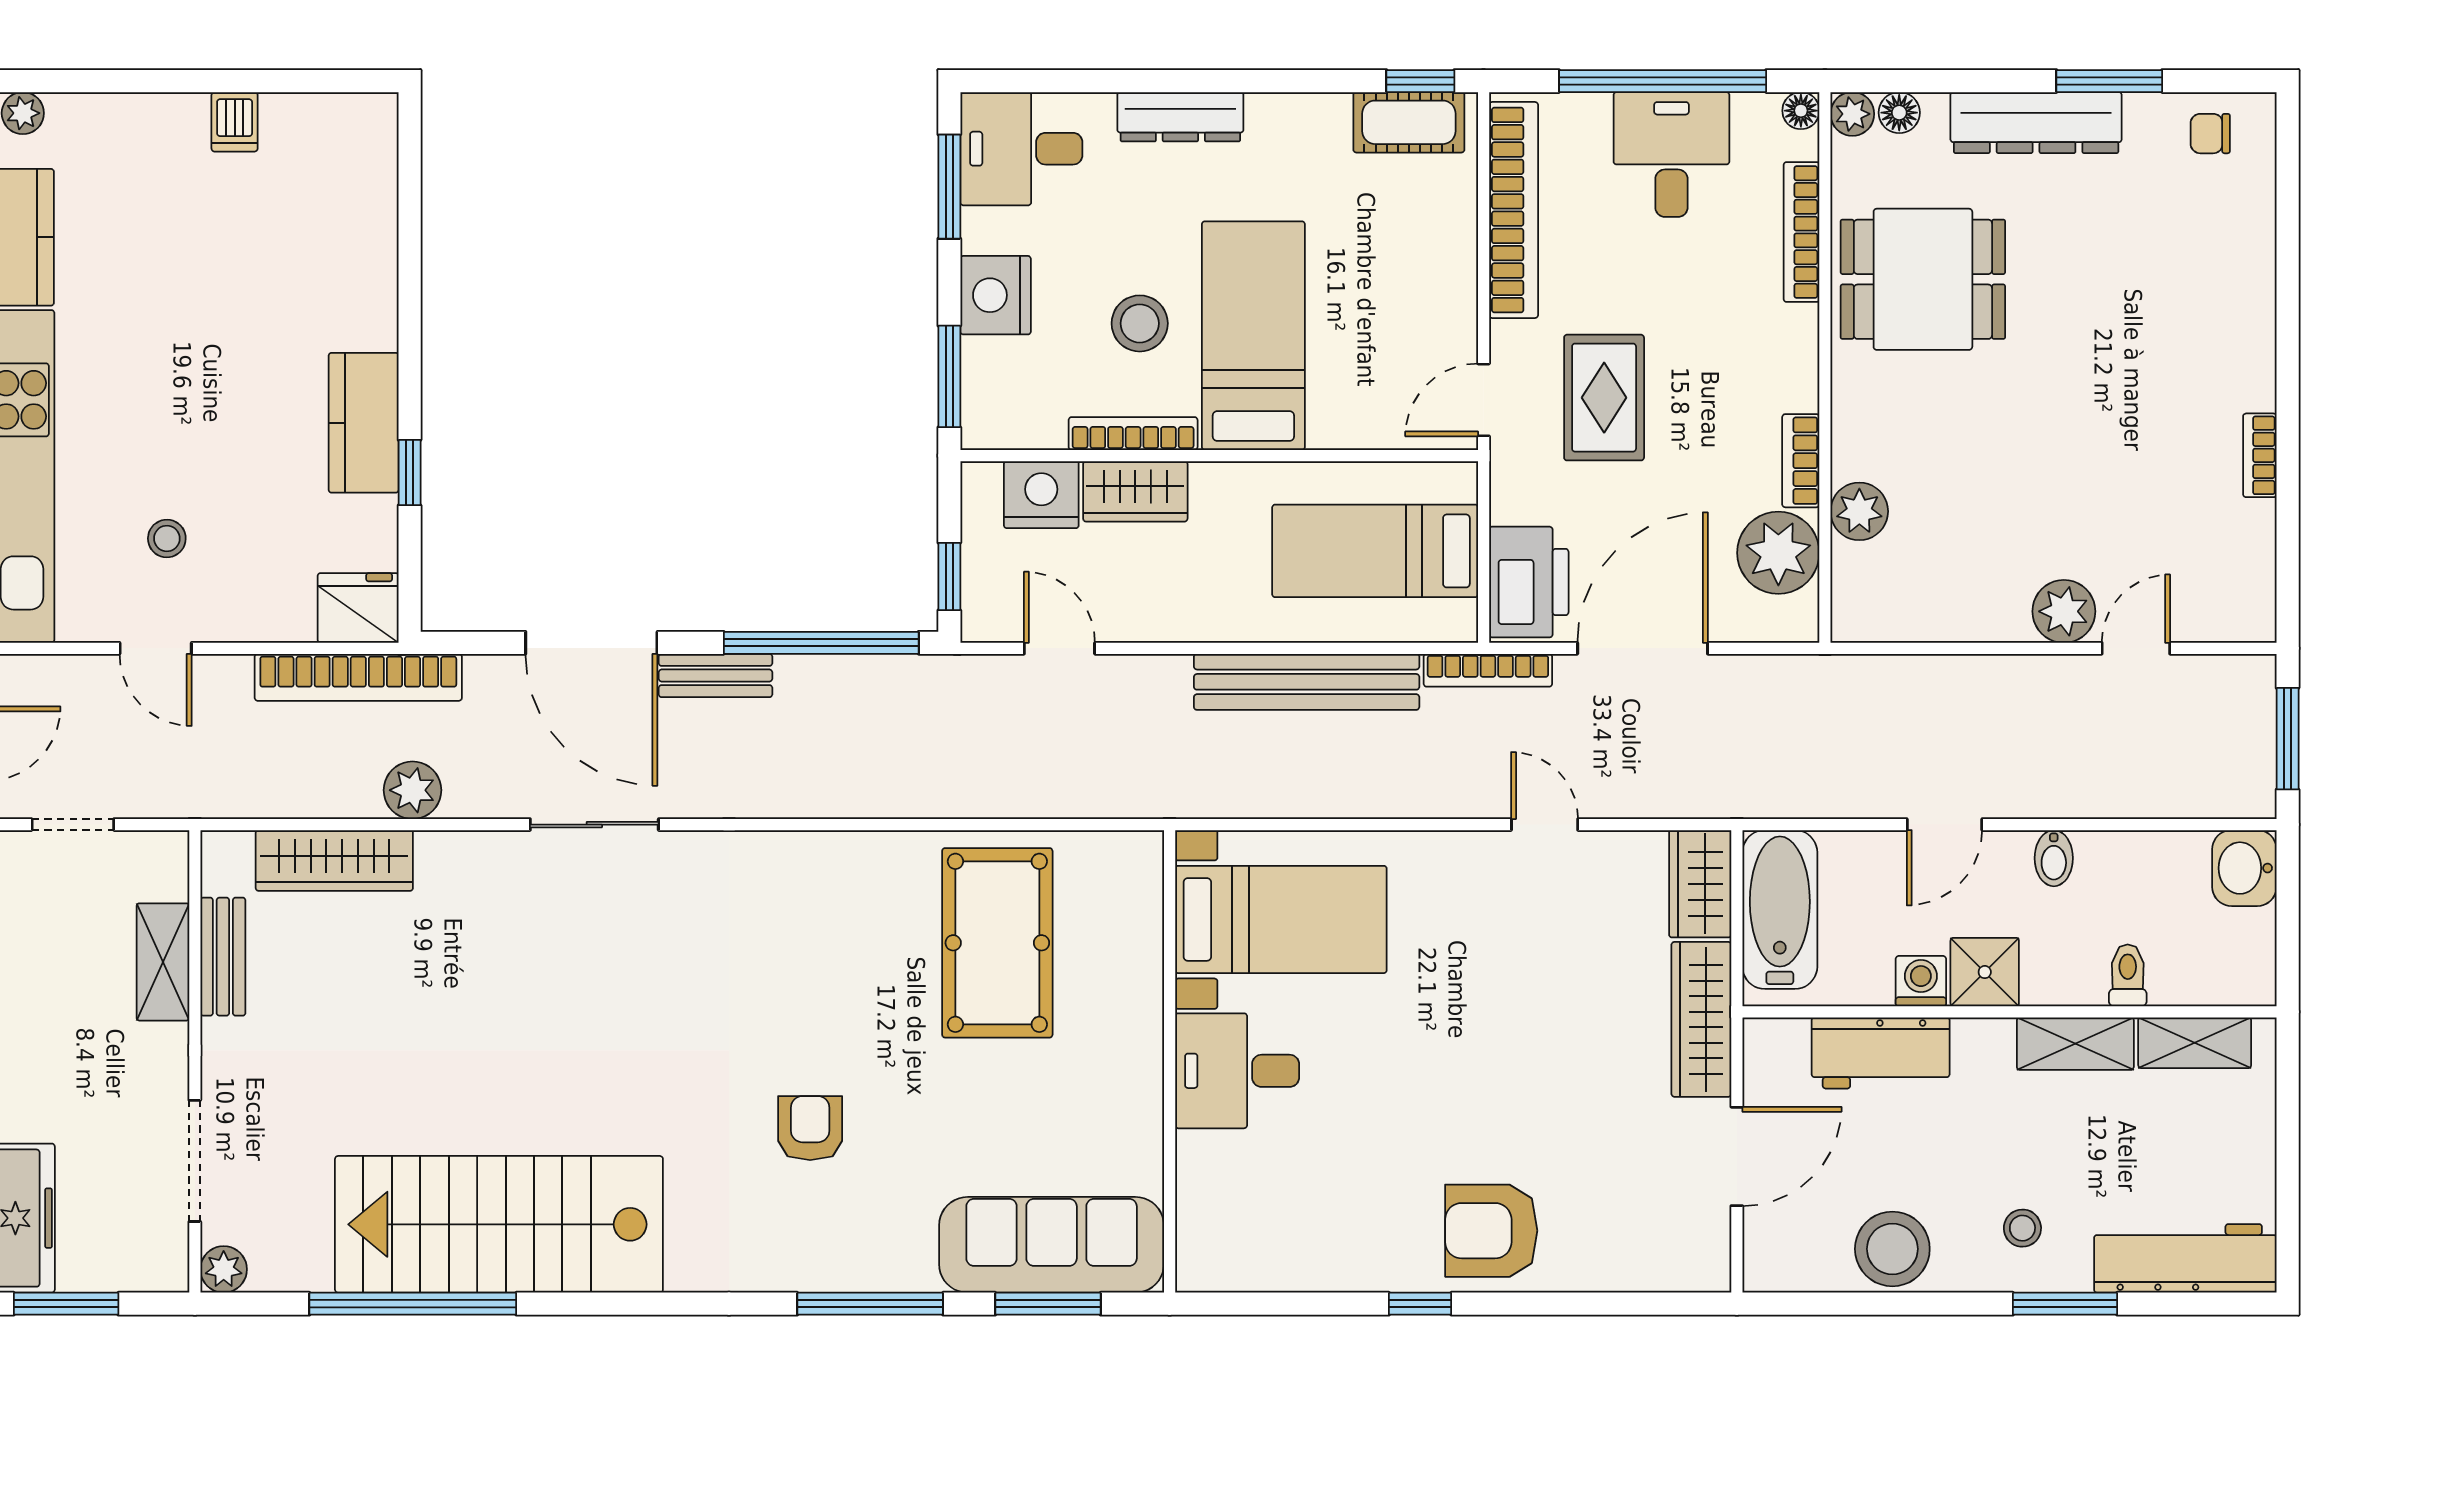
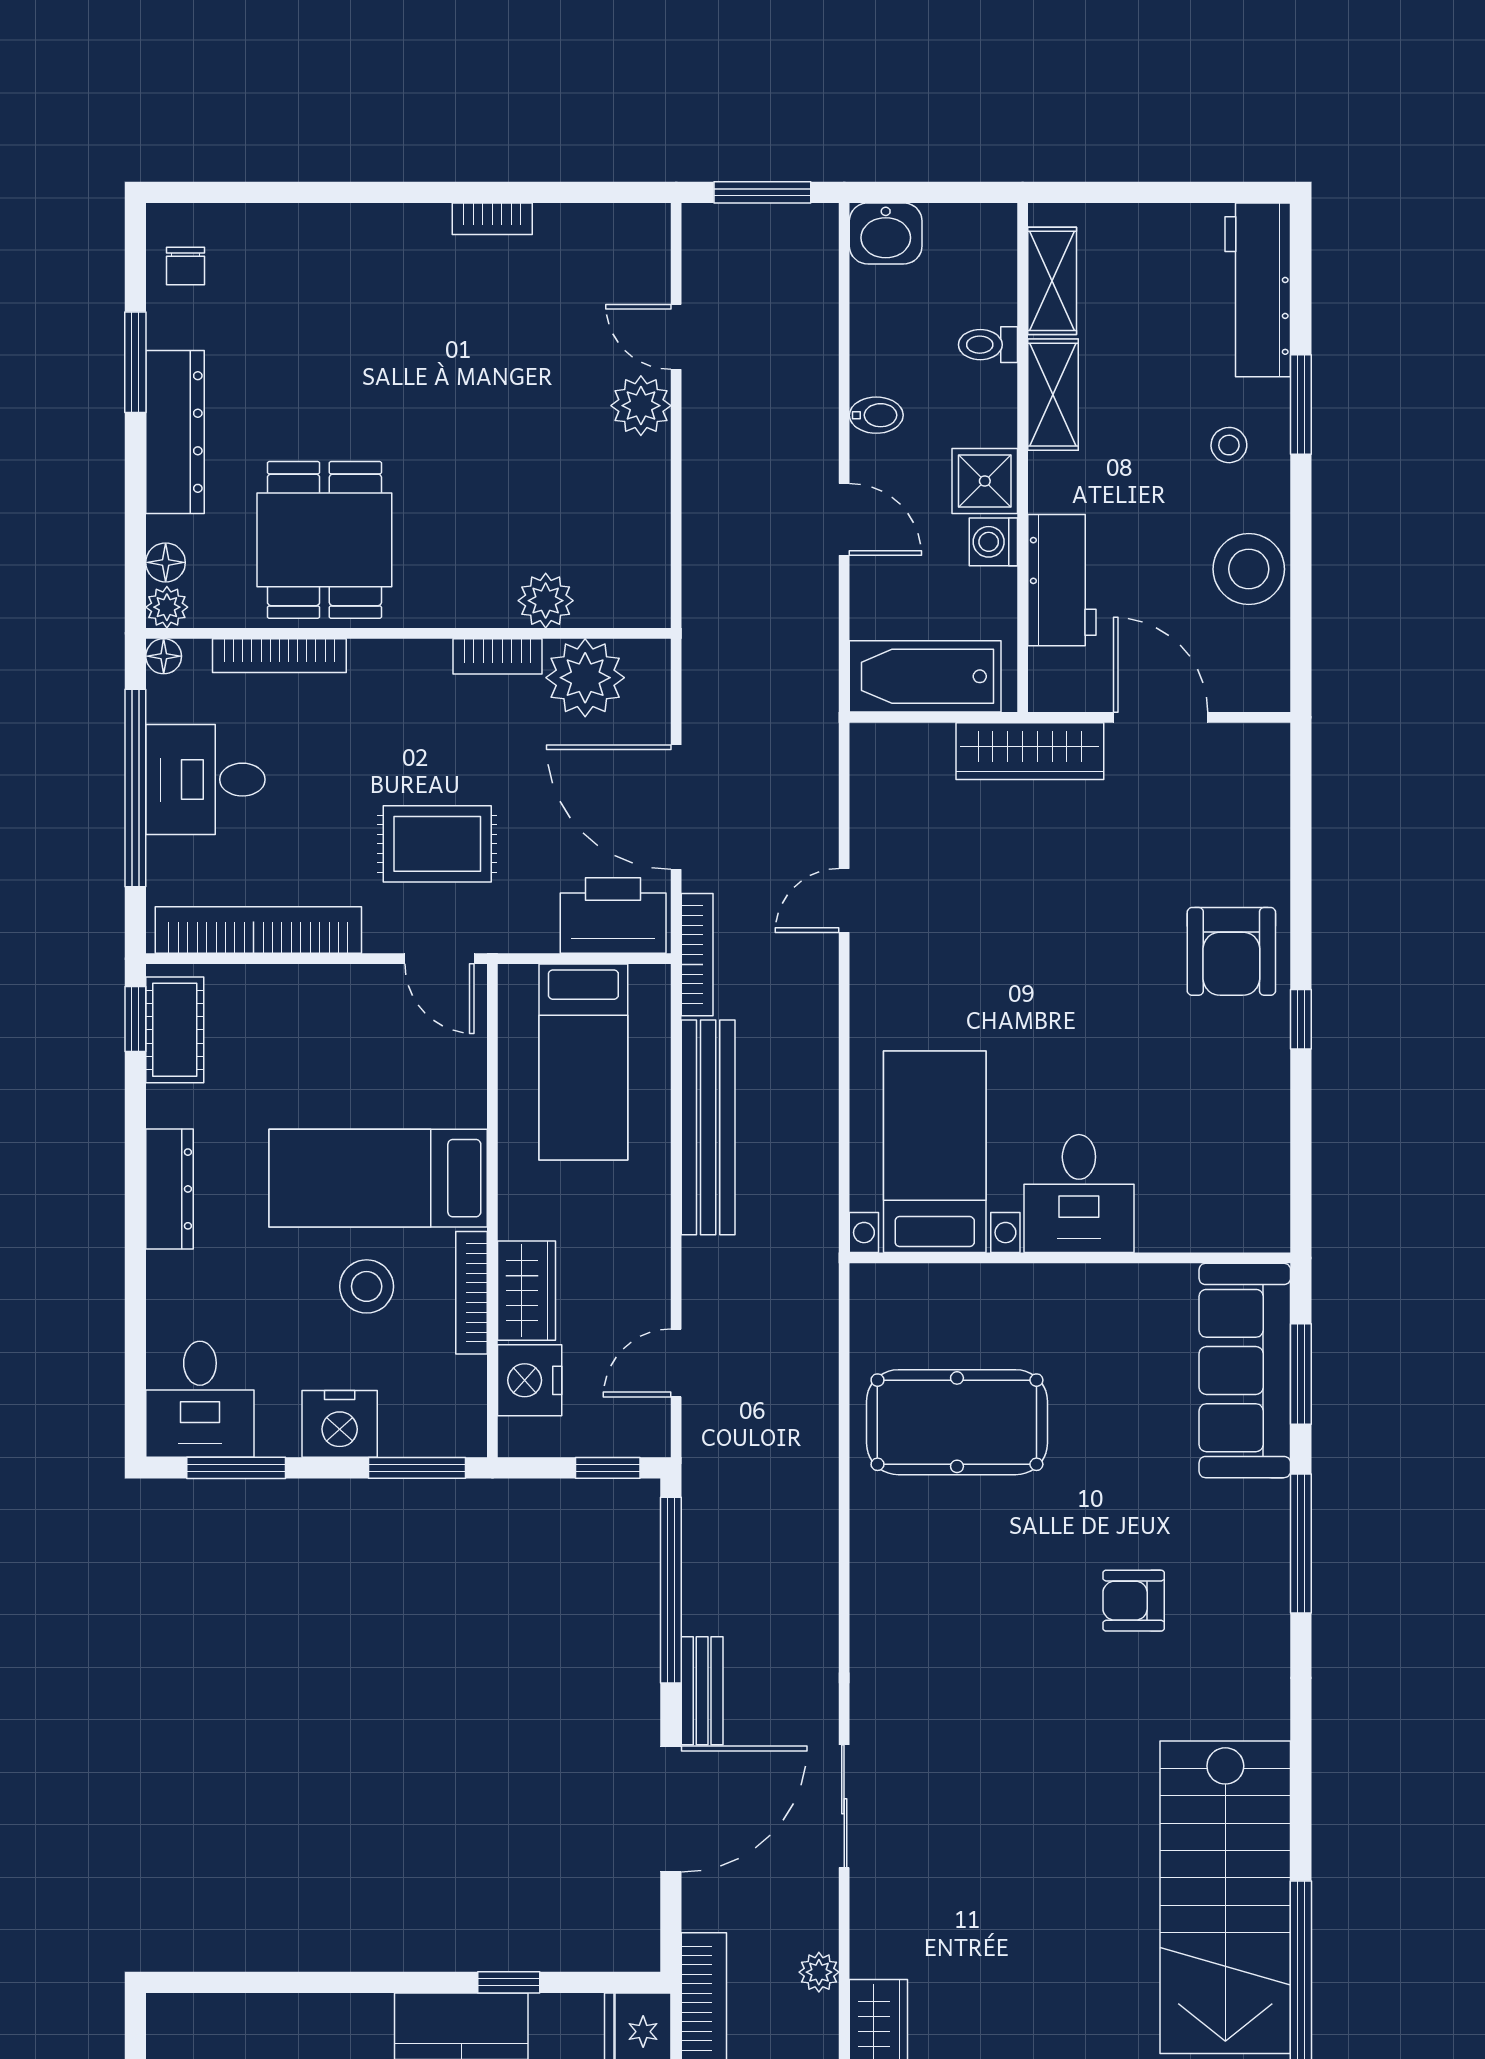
dresser: (1180, 117) -> (170, 1189), moved
plant: (412, 790) -> (819, 1972), width x0.73, depth x0.73
wardrobe: (1700, 884) -> (901, 752), removed

